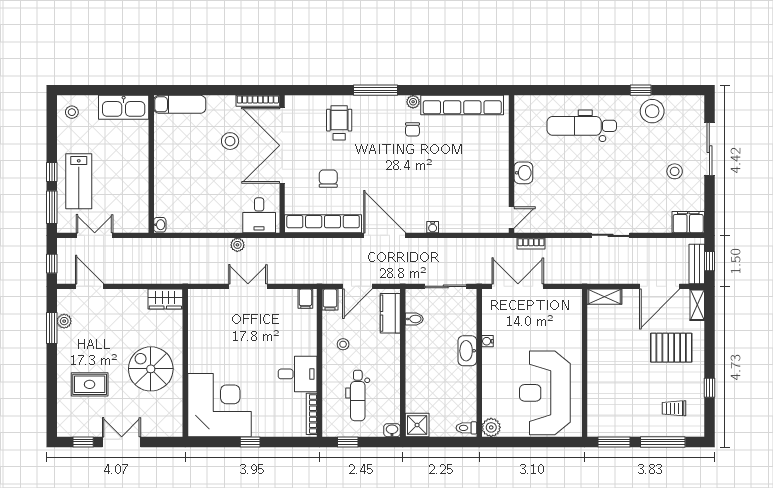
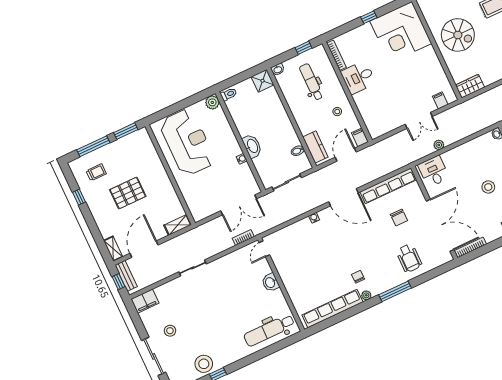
dental chair: (582, 126) -> (269, 330), moved, turned 180
stool: (230, 141) -> (488, 187), moved
filing cabinet: (305, 299) -> (440, 100), moved
pallet: (671, 348) -> (128, 193), moved

